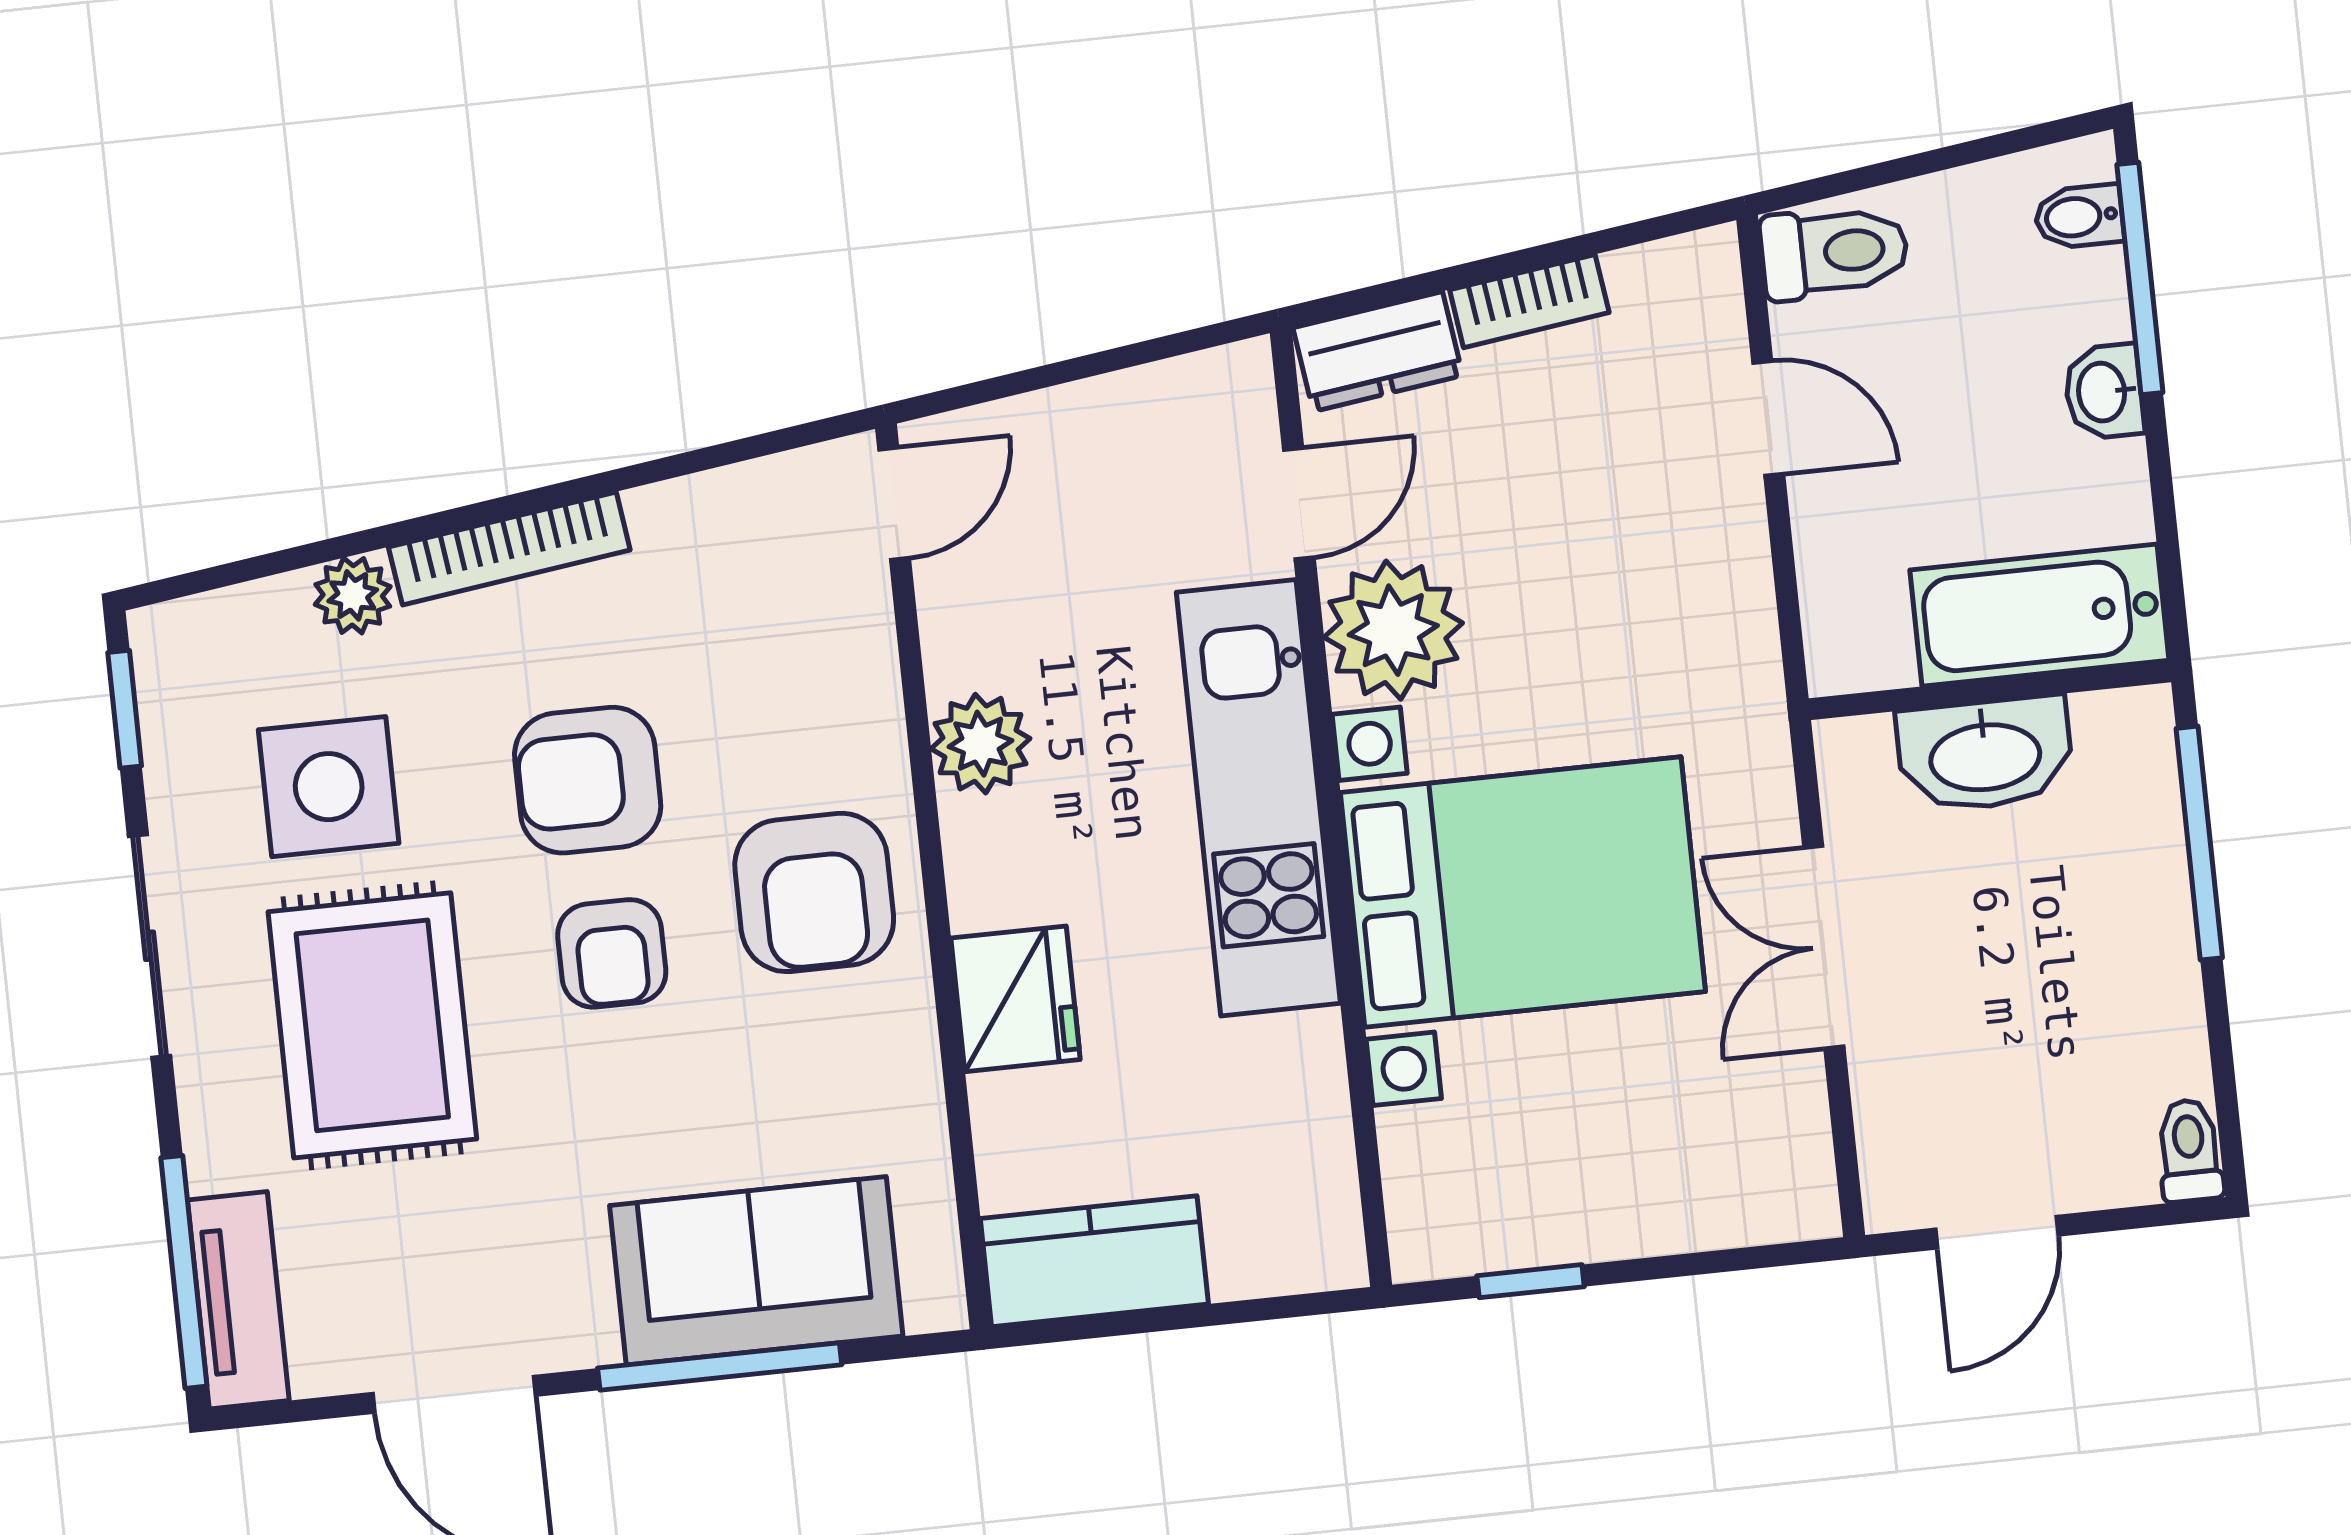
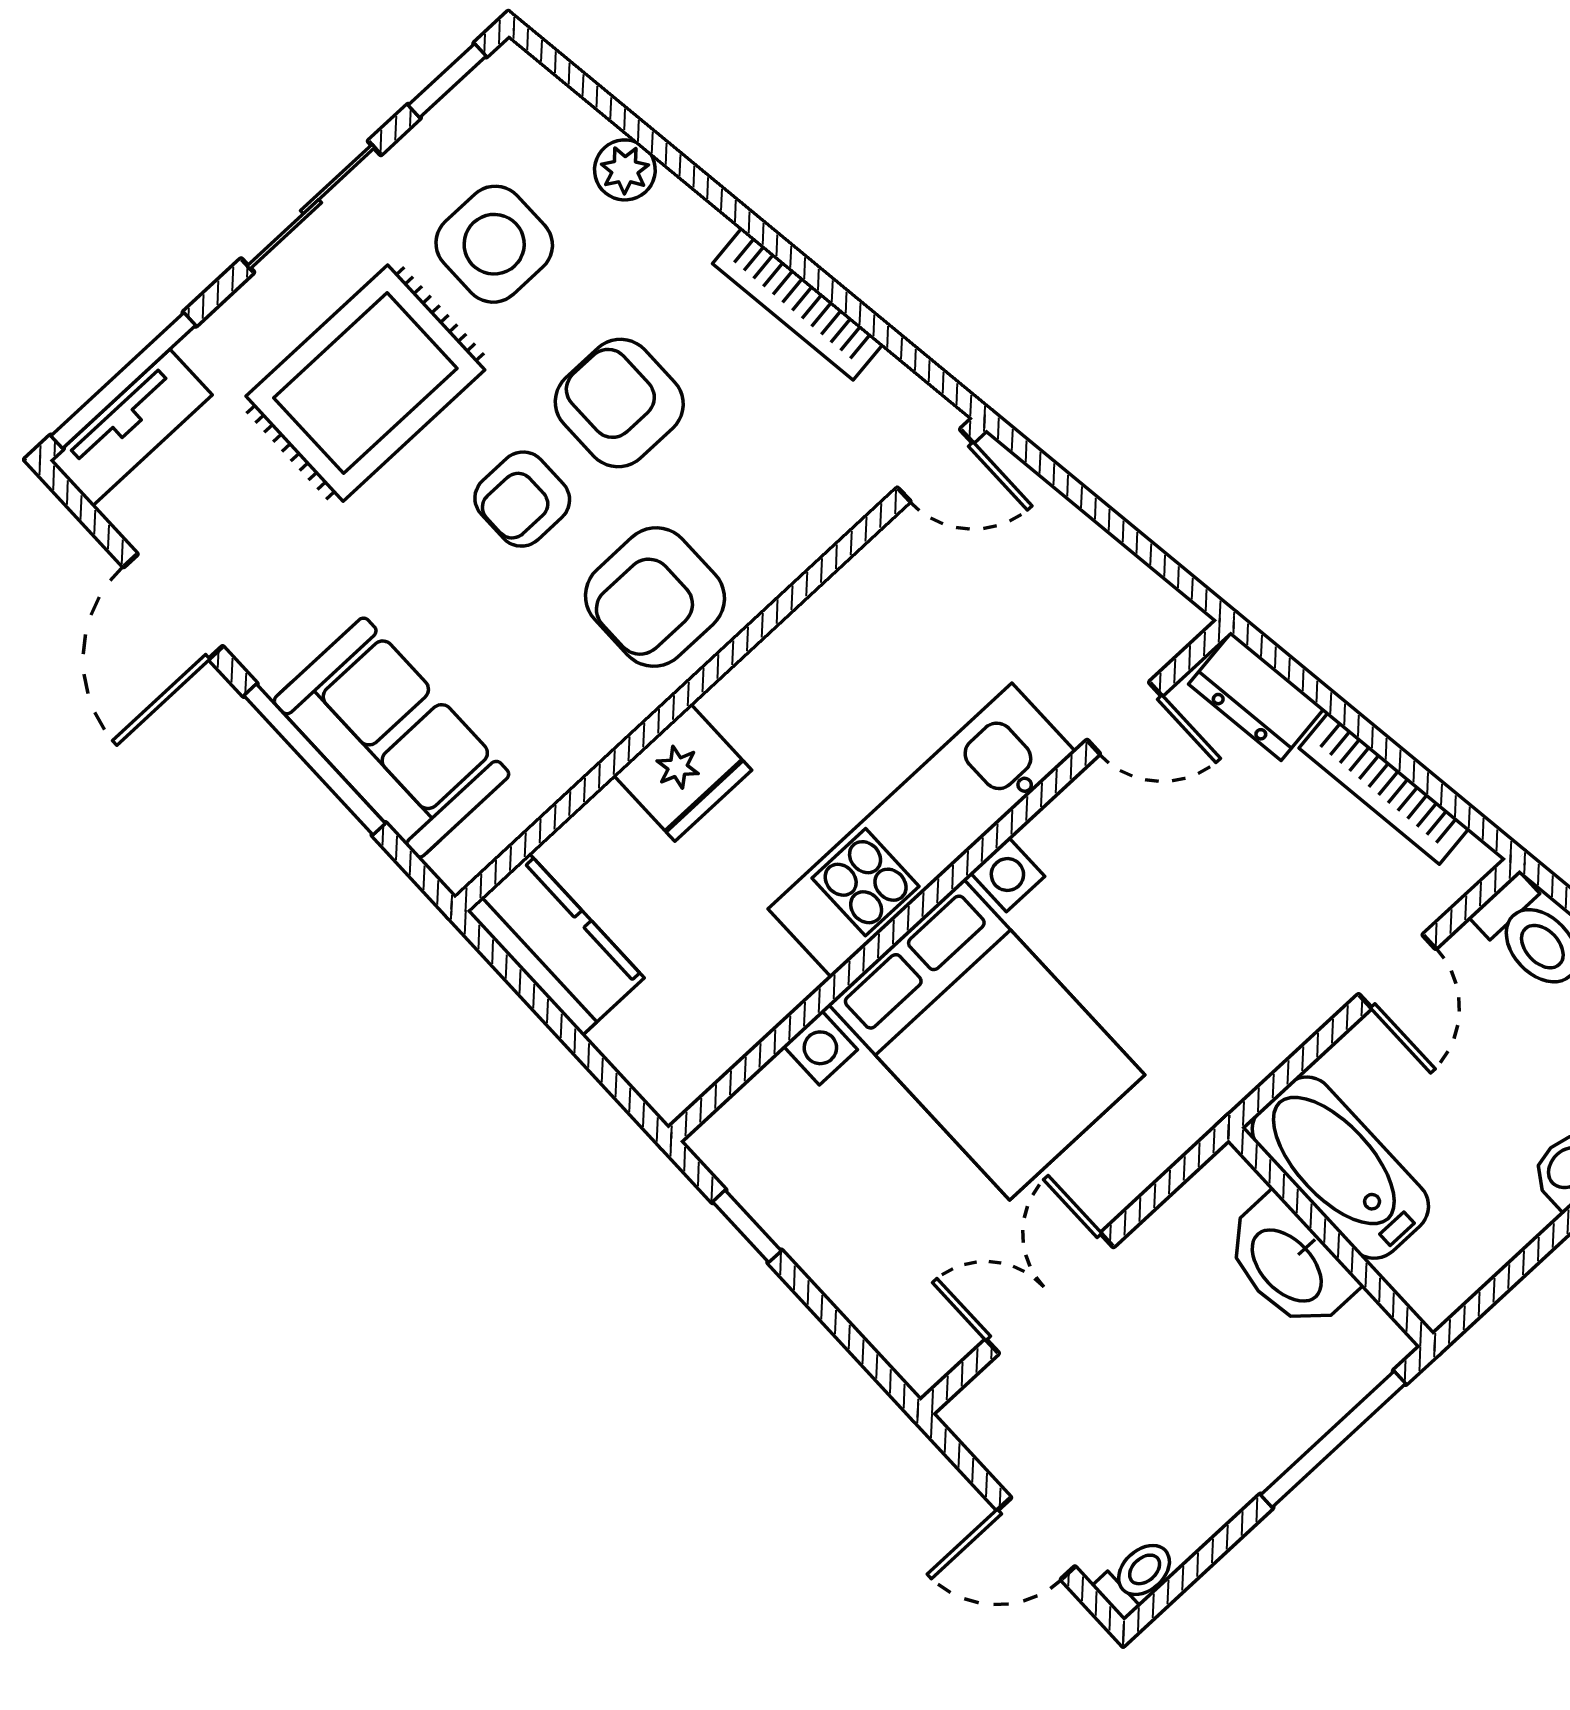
bookcase: (1529, 301) -> (1384, 788), width x1.56
bookcase: (509, 548) -> (798, 304), moved
bathtub: (2039, 615) -> (1340, 1168), moved
plant: (1393, 630) -> (1090, 836), removed
plant: (981, 744) -> (826, 631), removed
double door: (1824, 947) -> (1050, 1293), moved
door: (1997, 1232) -> (1036, 1538), moved

